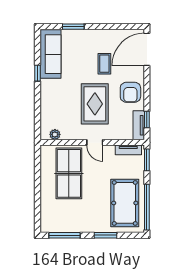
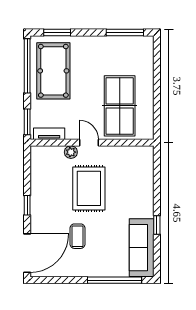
window: (73, 27) -> (114, 280), width x2.11
armchair: (130, 92) -> (47, 202), removed
window: (147, 119) -> (27, 205), moved
tv unit: (139, 125) -> (37, 163), removed
plant: (55, 134) -> (71, 152), moved
window: (105, 235) -> (57, 33), moved

